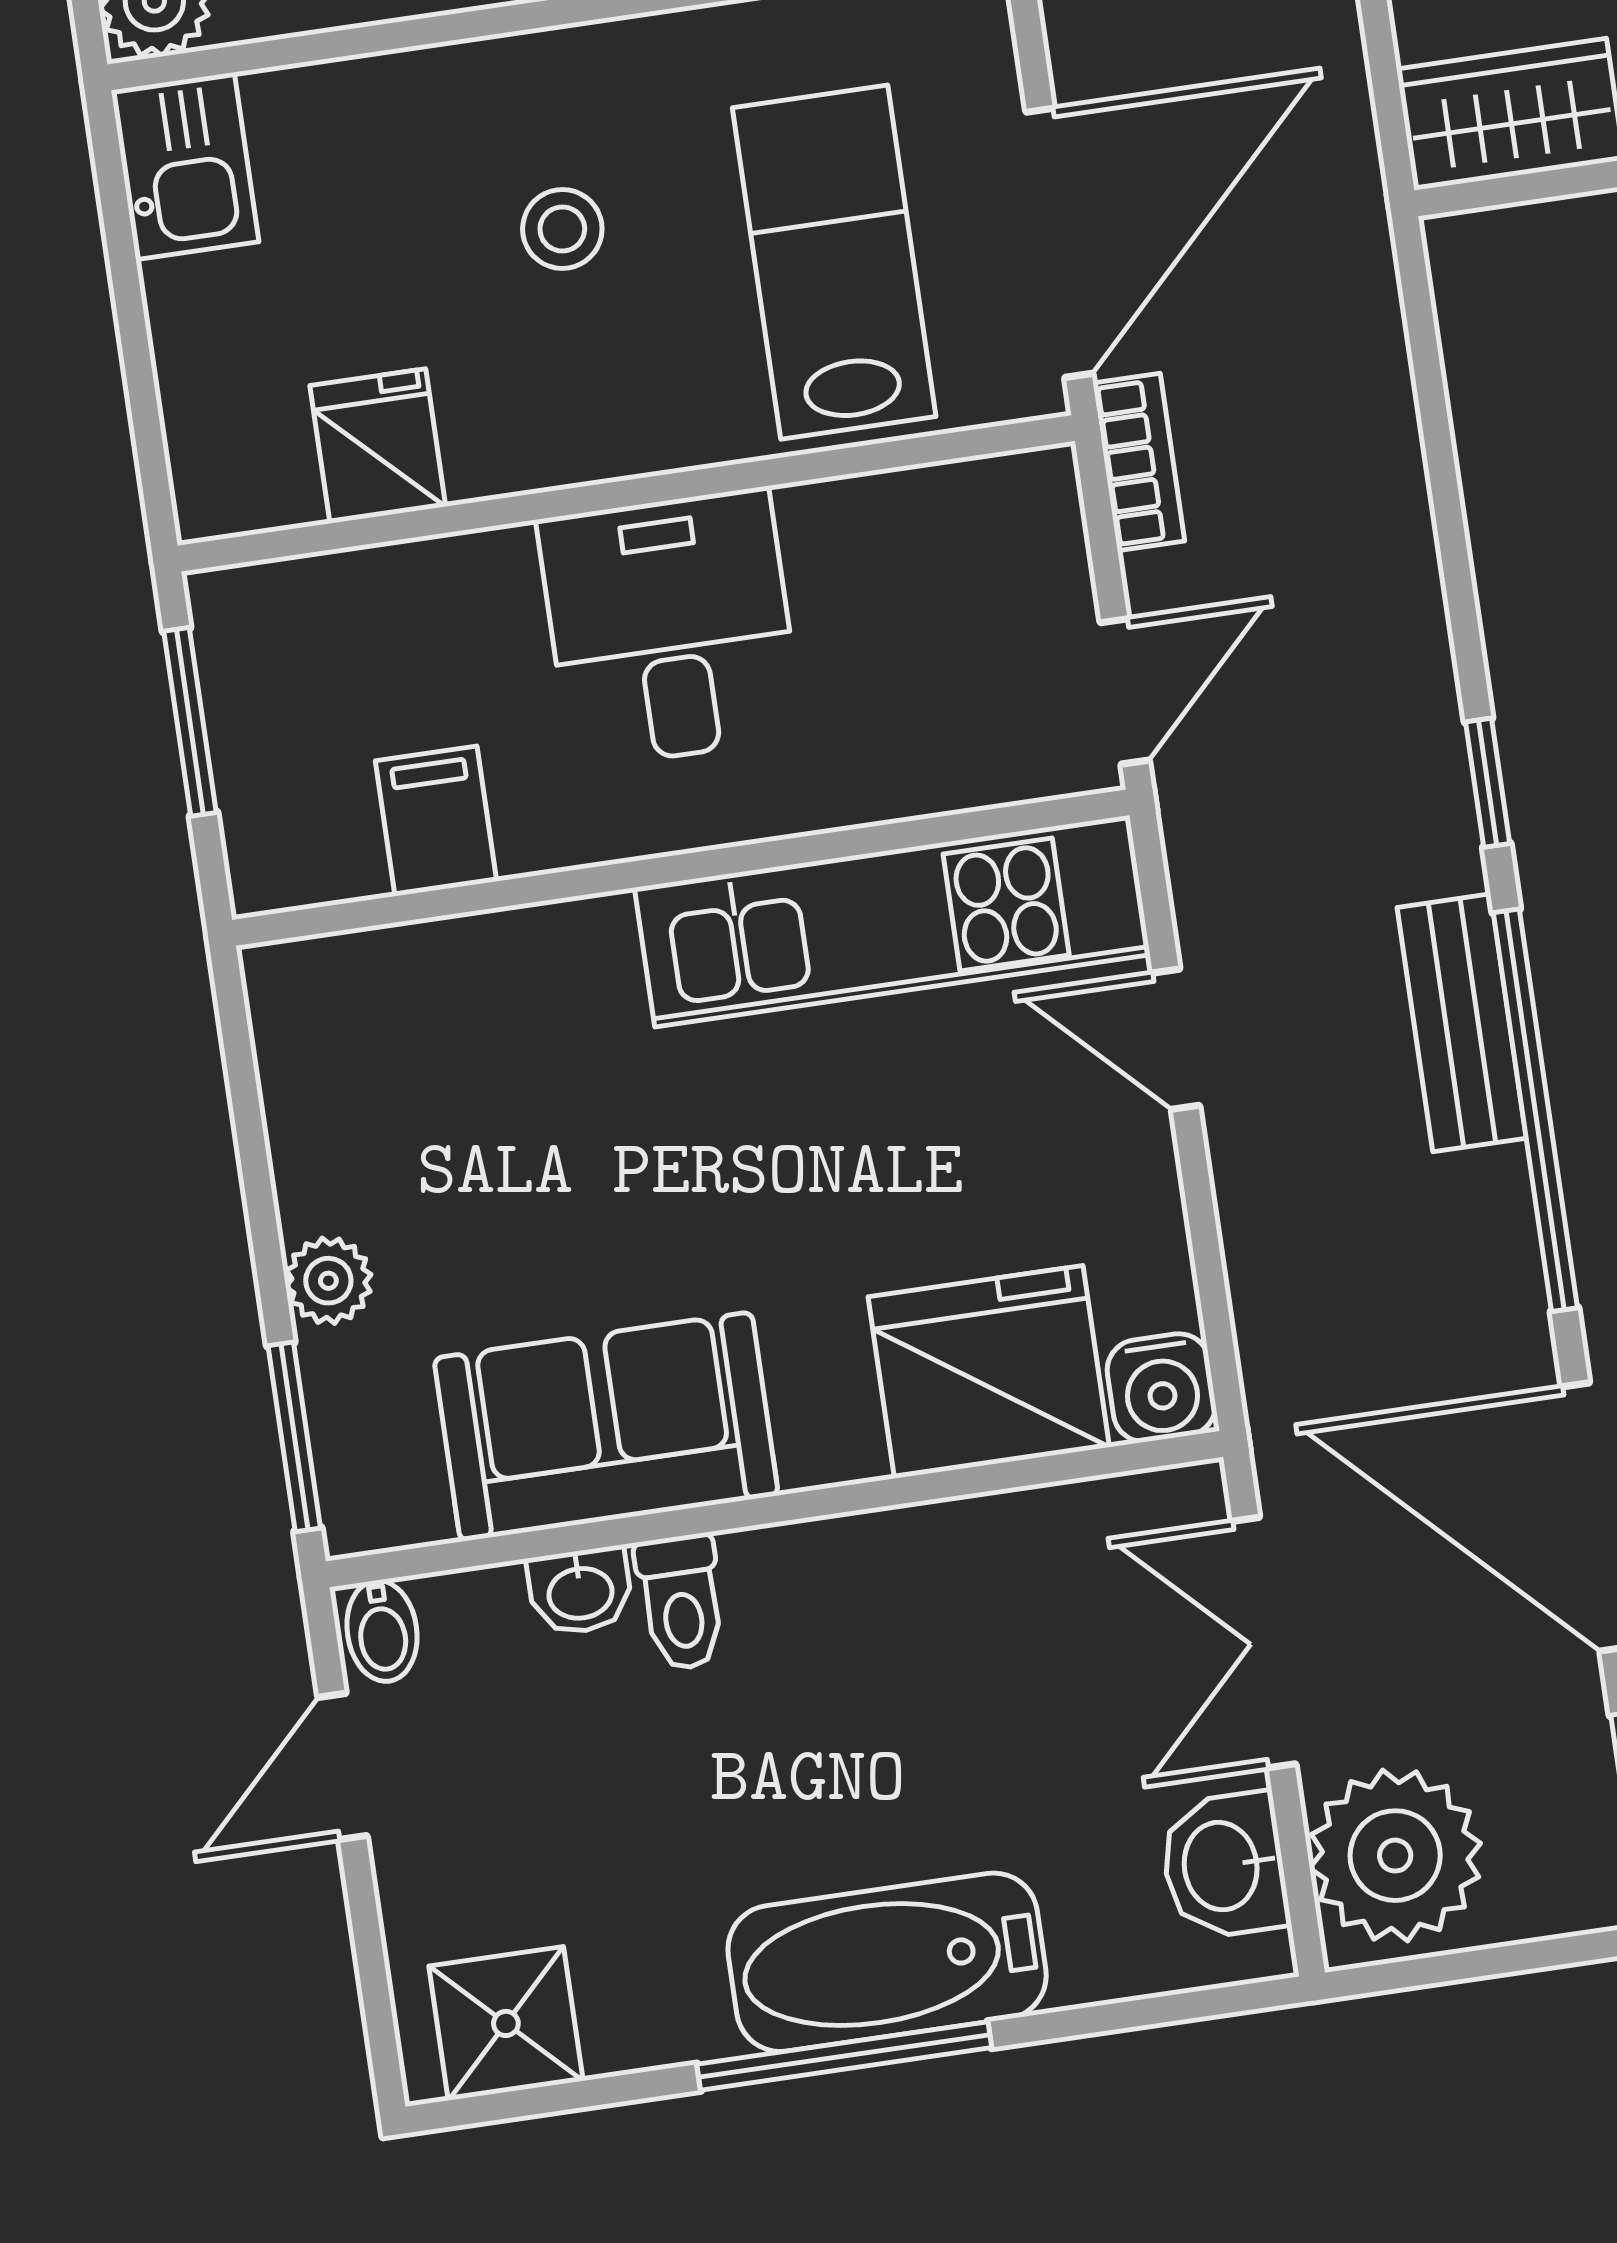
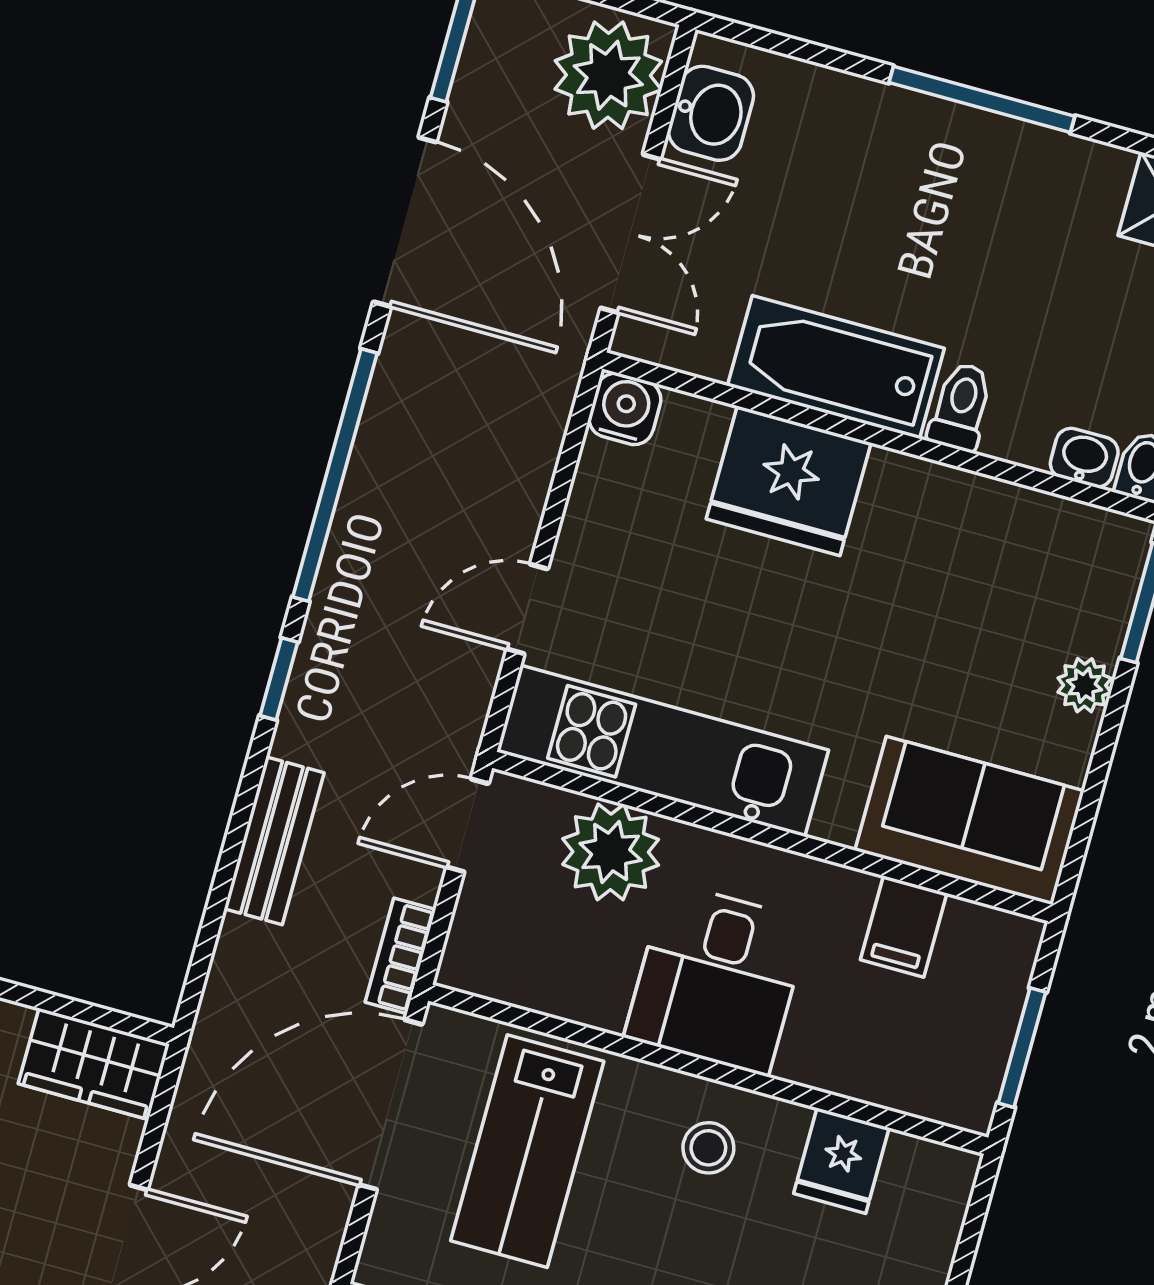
stool: (562, 229) -> (708, 1148), moved
plant: (903, 743) -> (611, 852), added
bench: (1462, 1023) -> (274, 841), moved
door: (1176, 1039) -> (527, 609), swing flipped
fridge: (989, 1372) -> (789, 481), moved
sofa: (606, 1427) -> (969, 821), moved, turned 180
washbasin: (580, 1591) -> (1084, 458), moved
bathtub: (887, 1962) -> (836, 367), moved, turned 180

